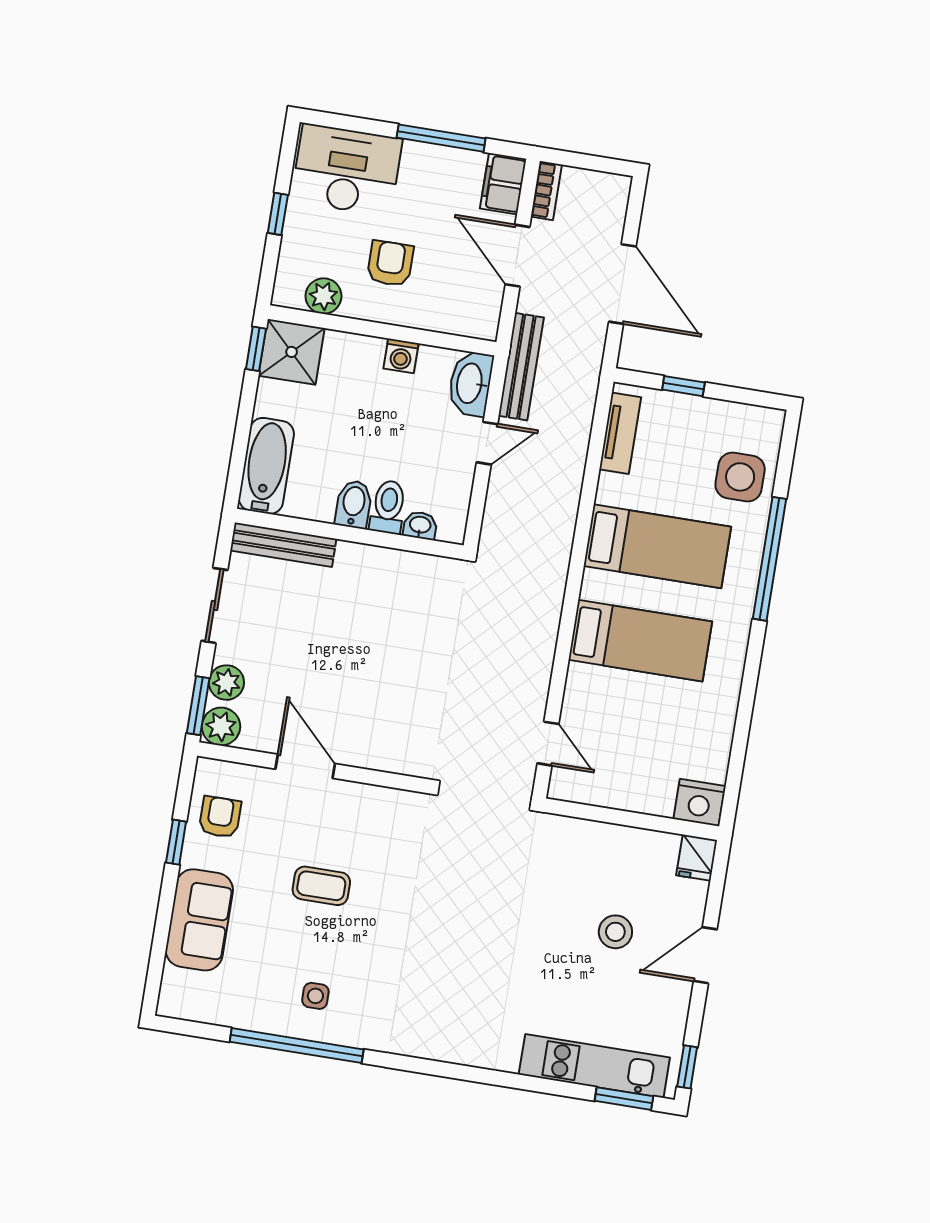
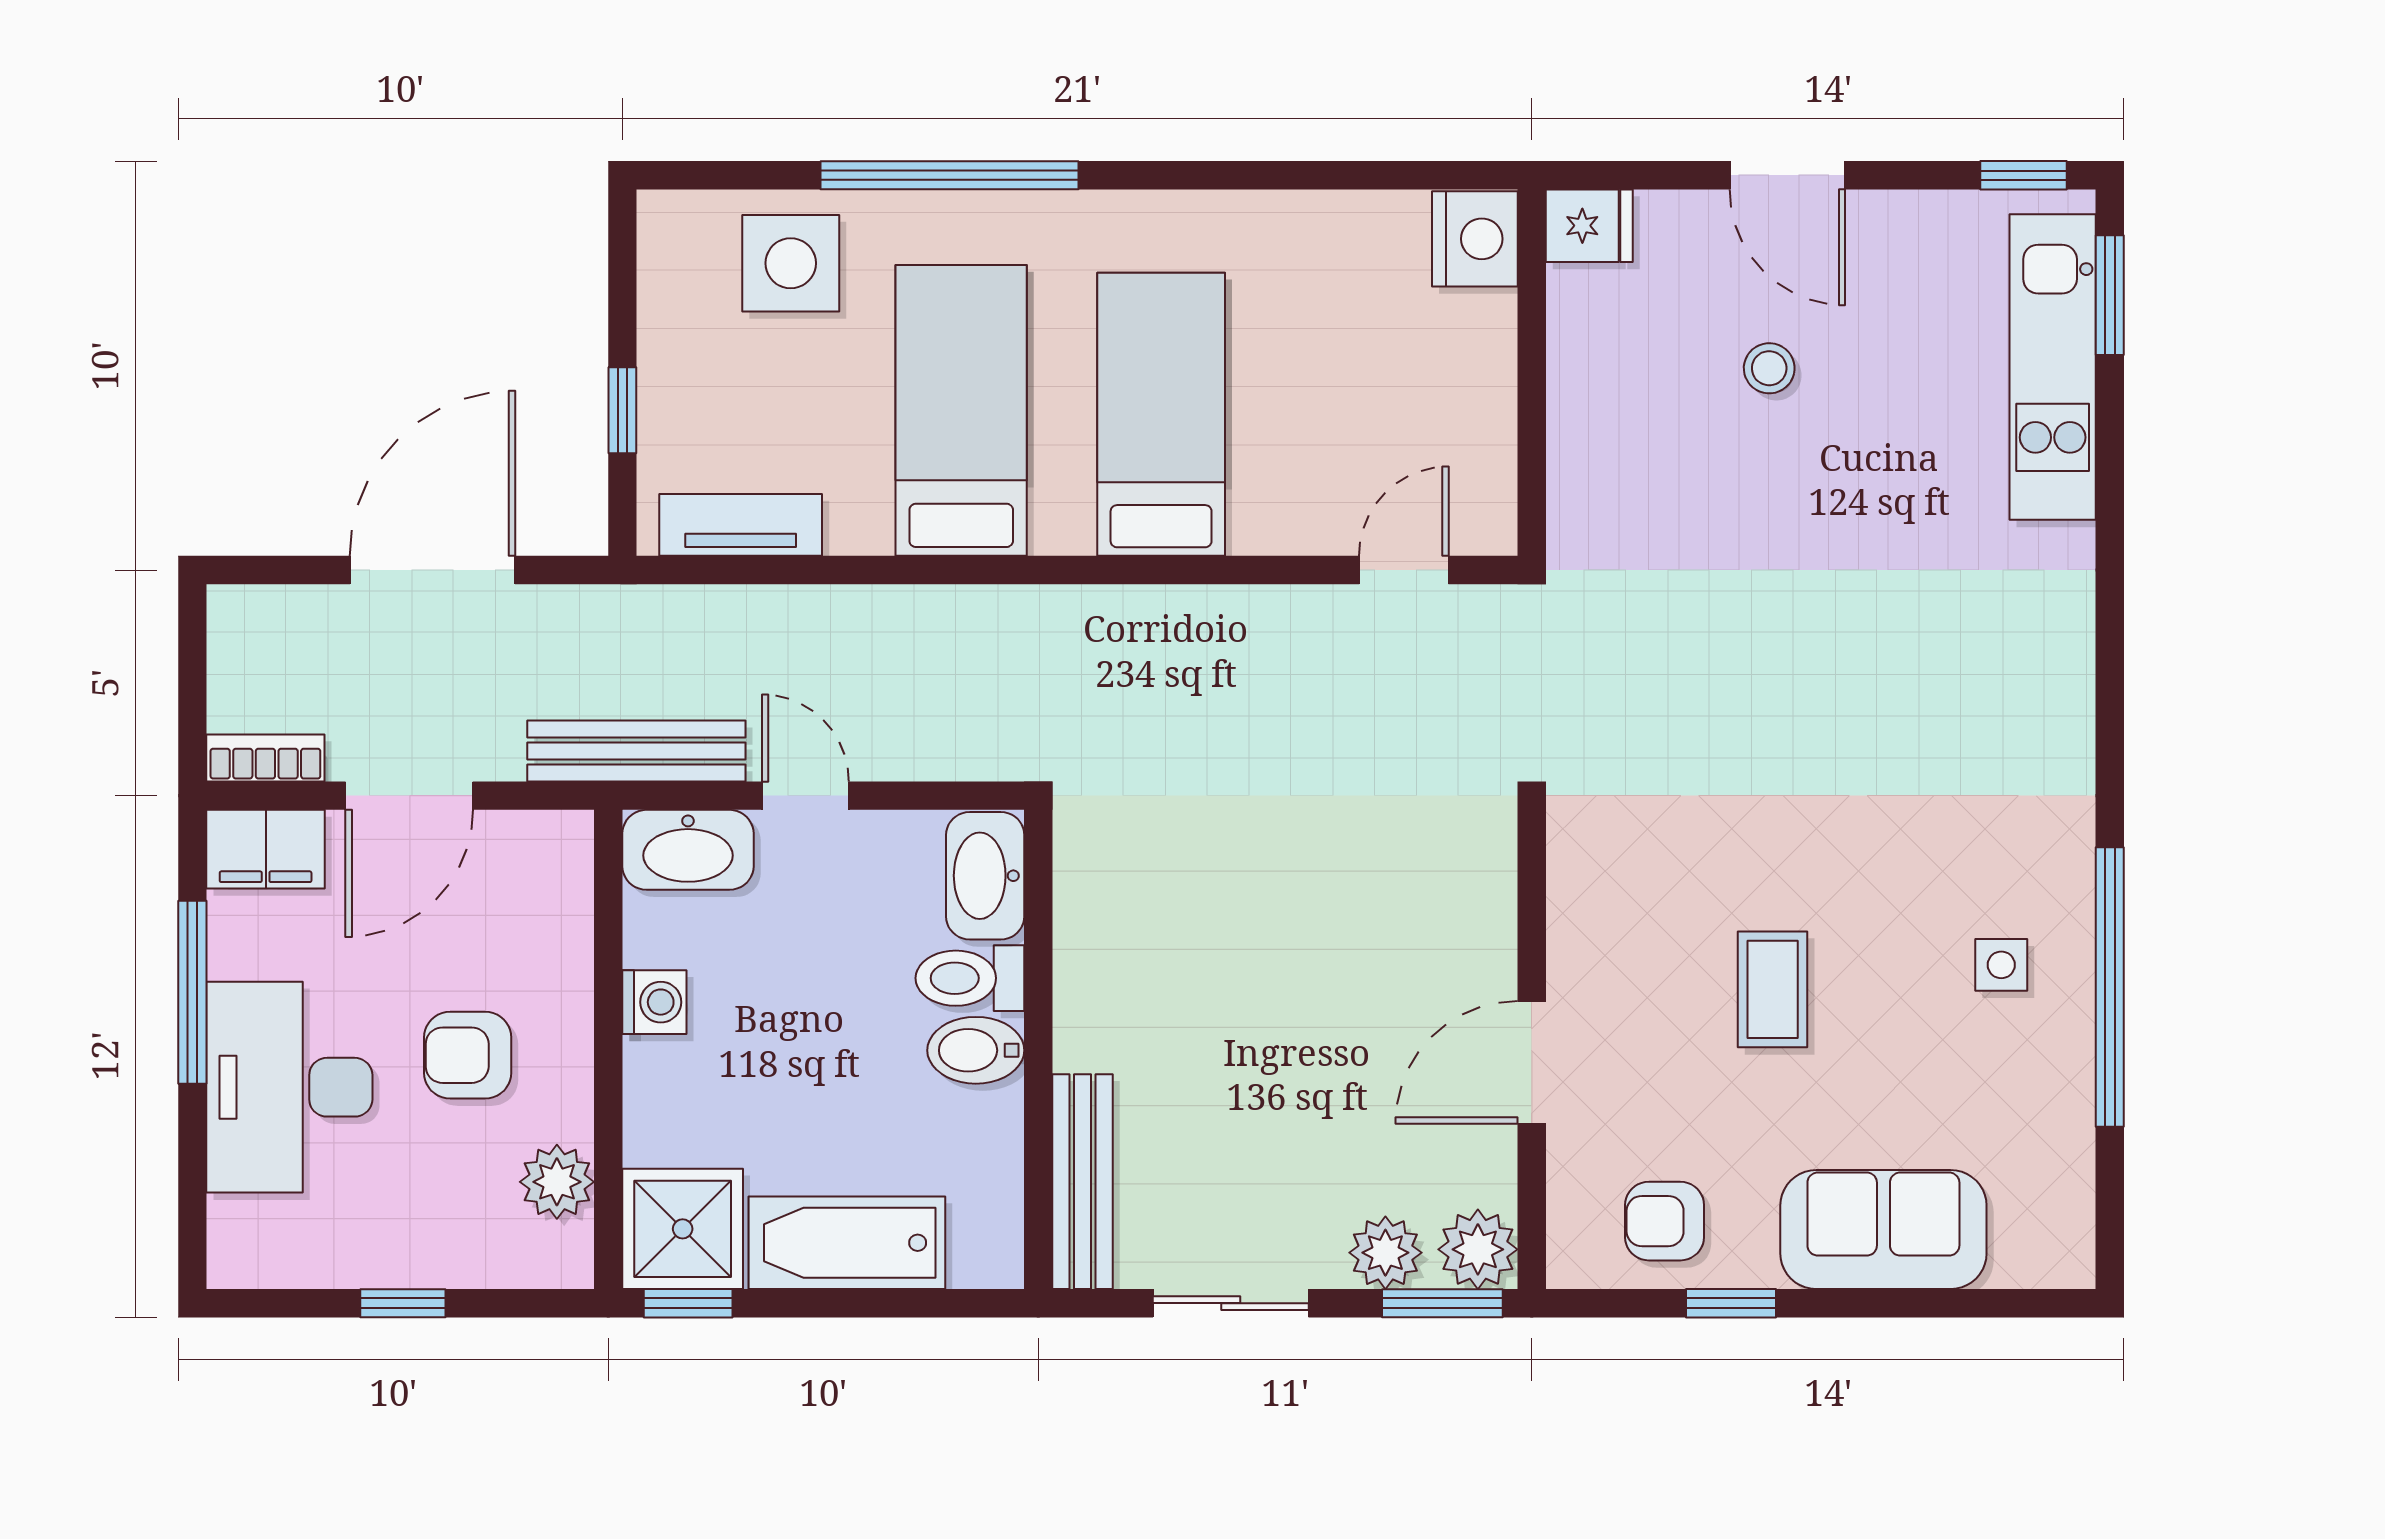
desk: (347, 170) -> (289, 1087), moved
bathtub: (266, 466) -> (847, 1243), moved
washbasin: (420, 525) -> (985, 876), width x1.91, depth x1.45
stool: (615, 932) -> (1769, 368), width x0.73, depth x0.73

